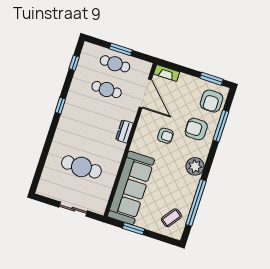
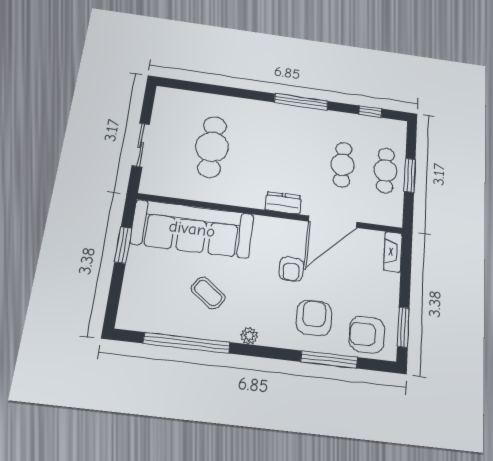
door: (145, 93) -> (333, 222), moved
window: (60, 106) -> (301, 102), width x2.17
plant: (195, 166) -> (249, 336), width x0.53, depth x0.53
coffee table: (171, 218) -> (208, 293), moved

